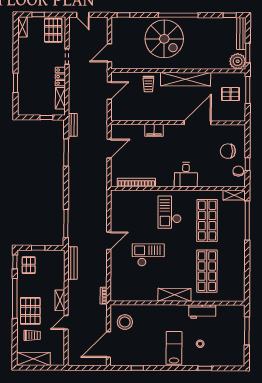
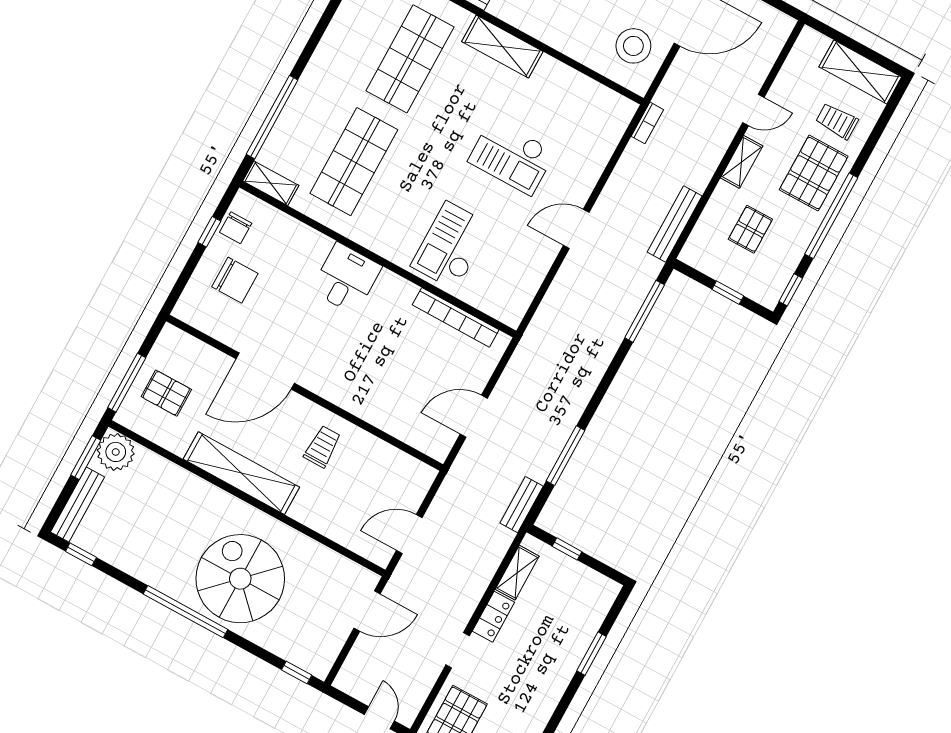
trolley: (148, 84) -> (322, 447), moved
filing cabinet: (154, 130) -> (362, 404), removed
checkout: (170, 212) -> (451, 246), moved, turned 180
pallet: (29, 265) -> (750, 229), moved

